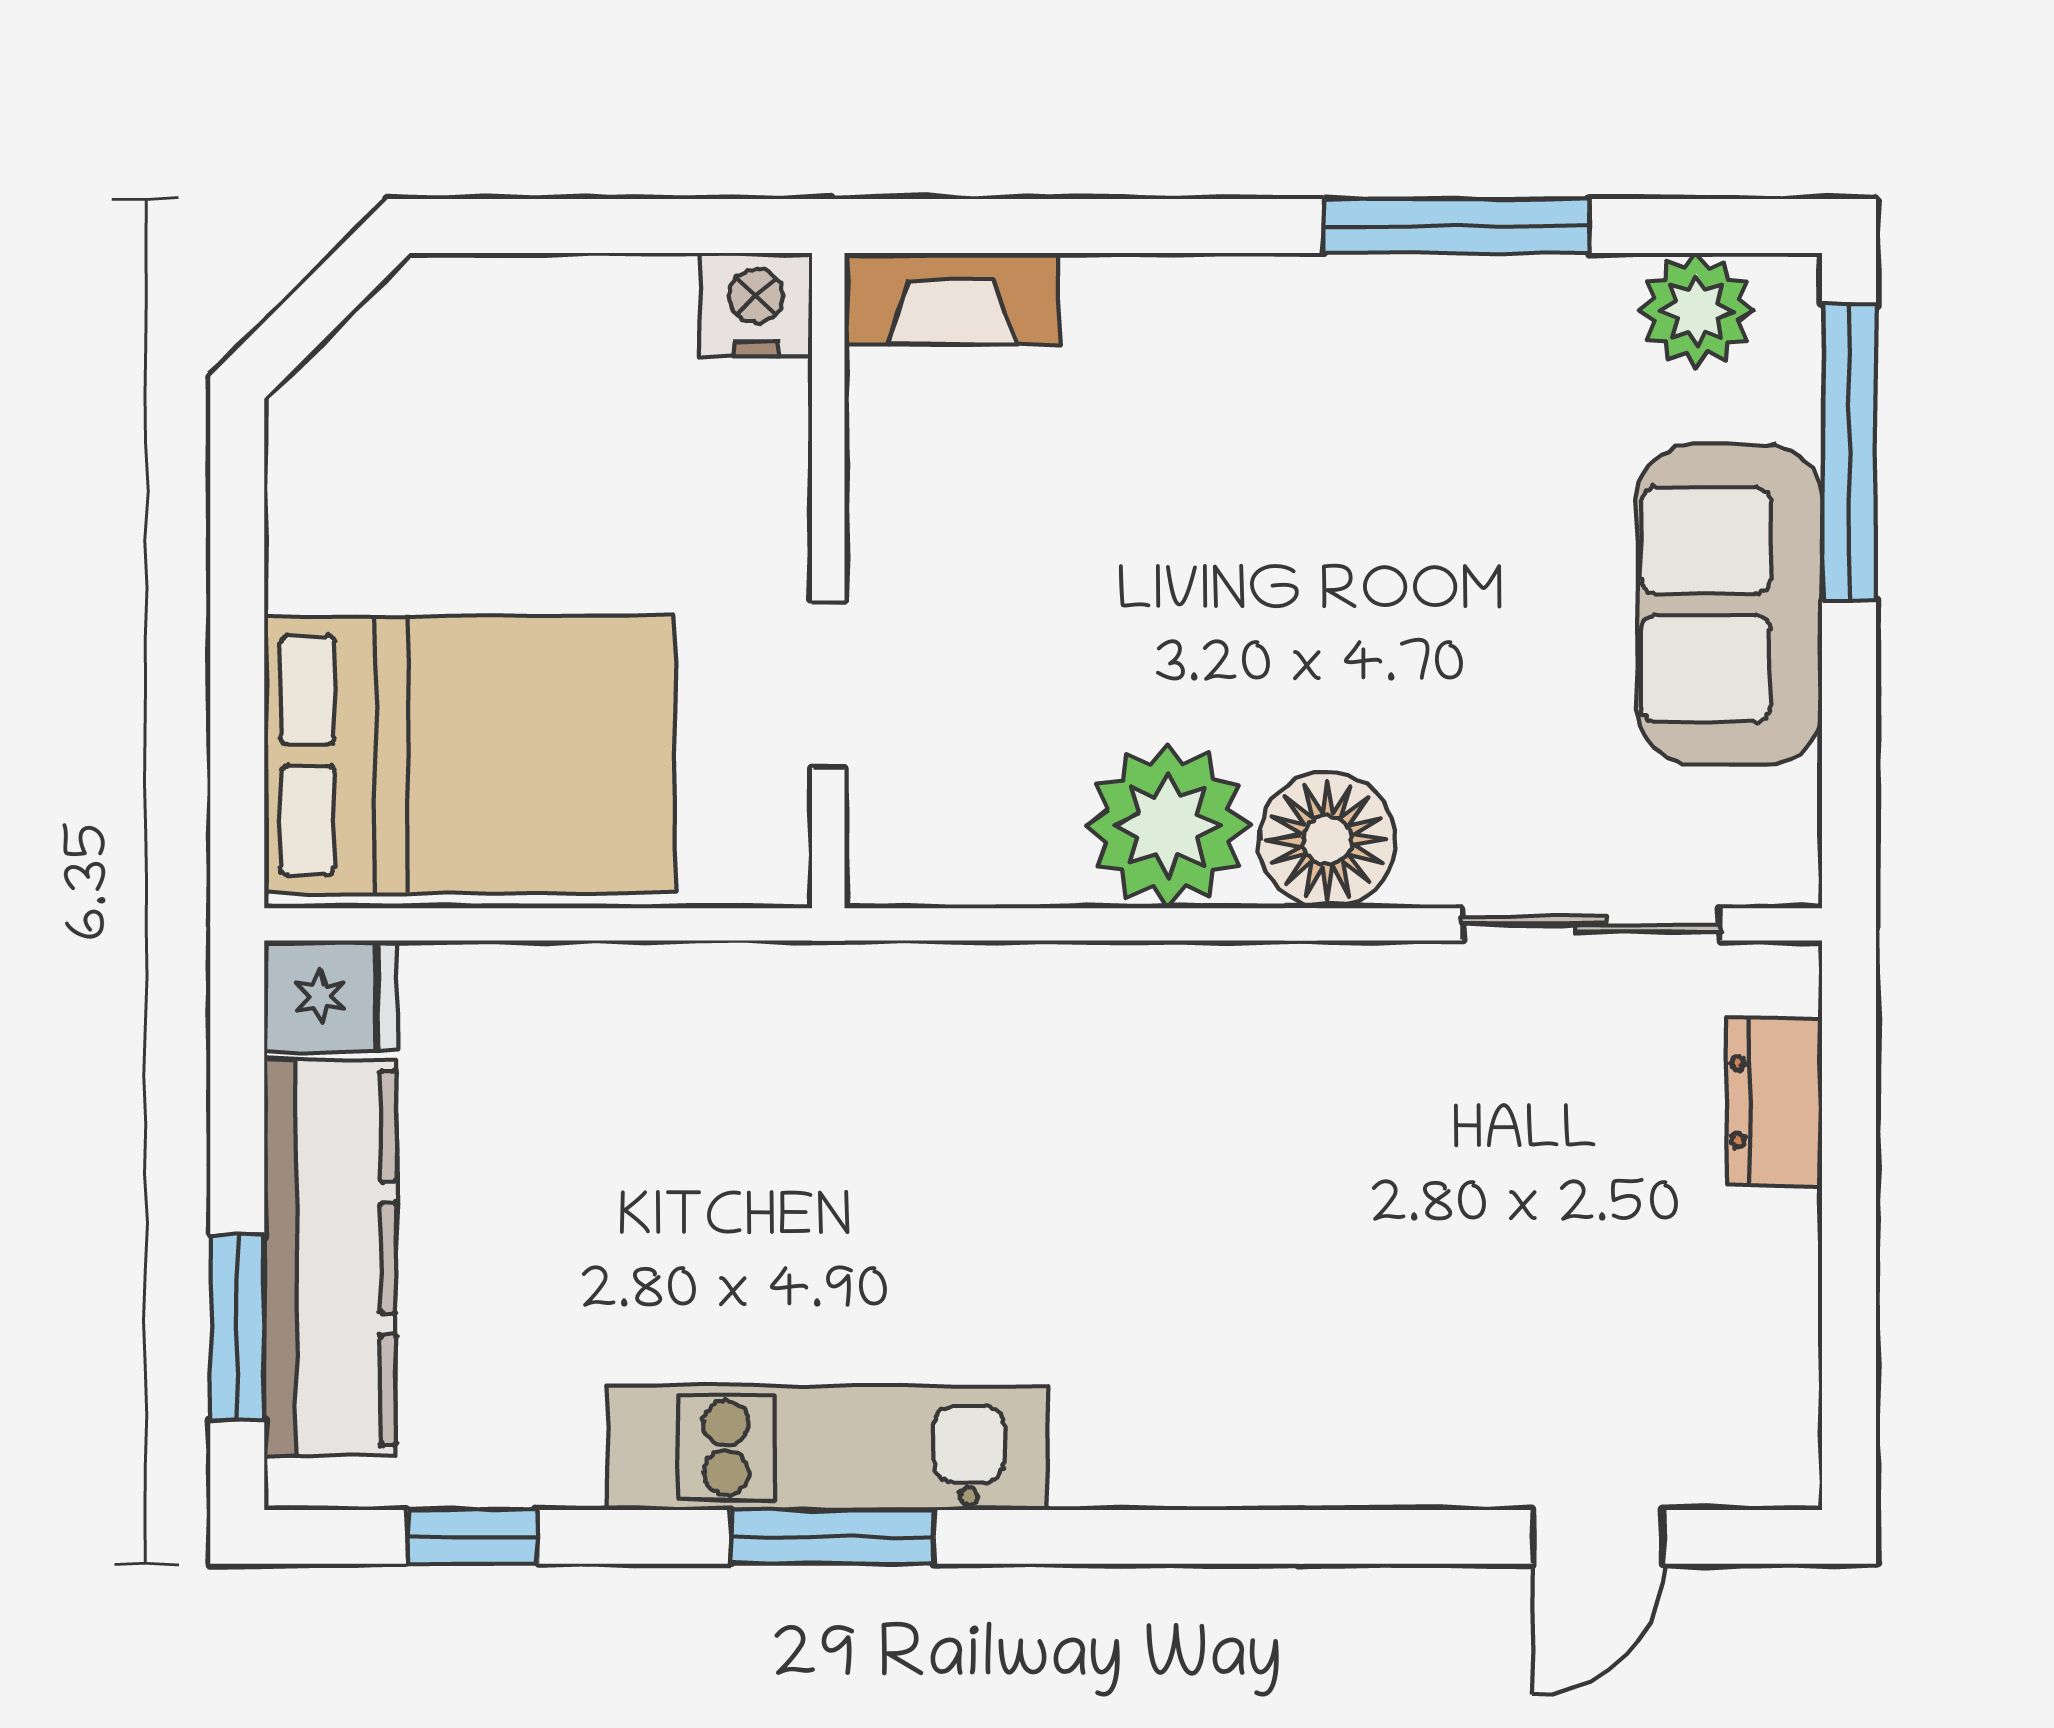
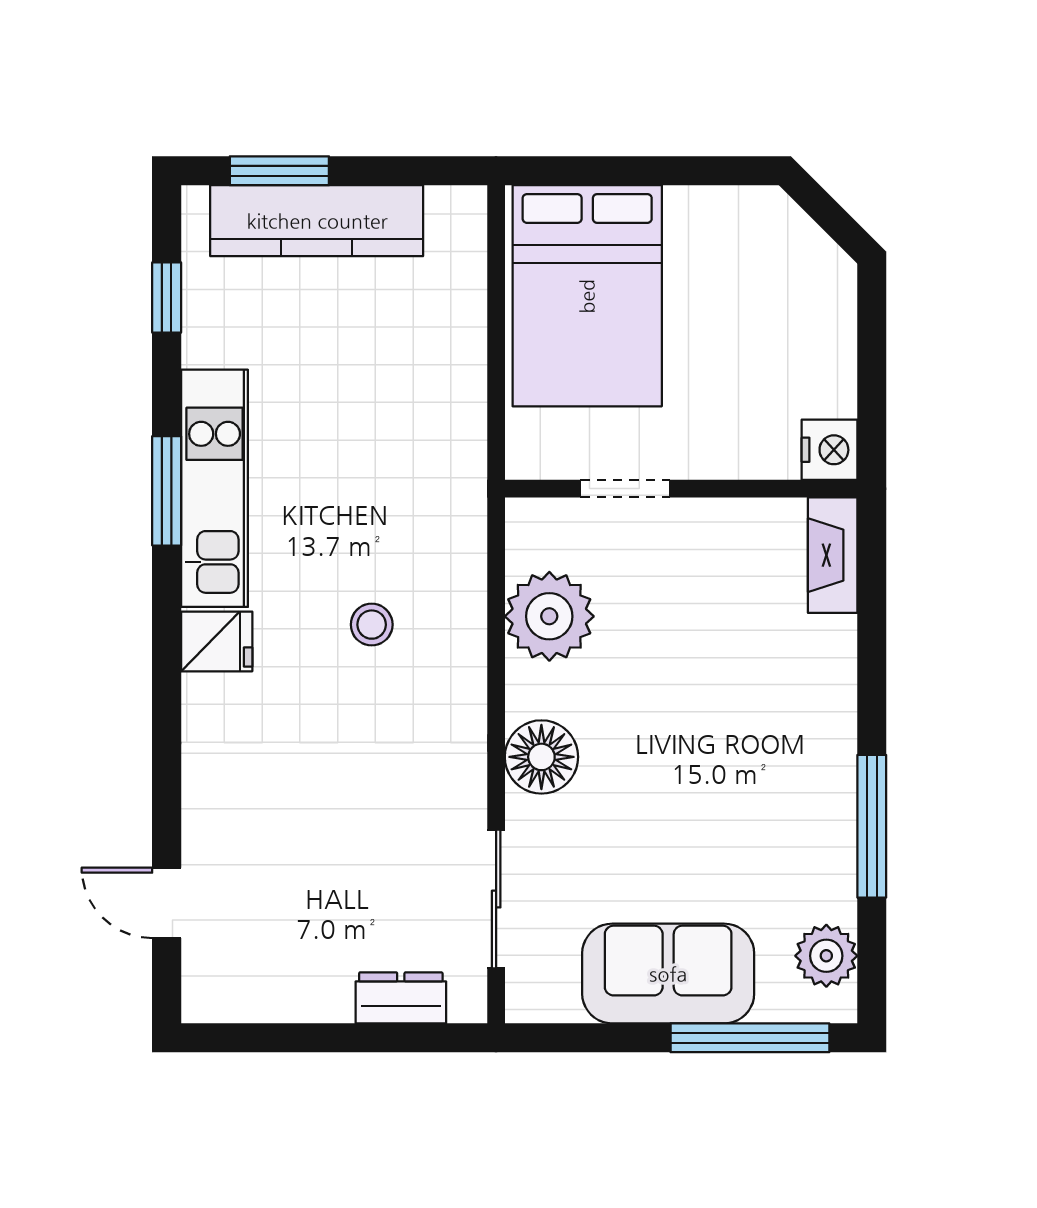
plant: (1168, 826) -> (549, 616), moved
fridge: (330, 996) -> (217, 641), moved, turned -90
stool: (1081, 1156) -> (372, 625), added

